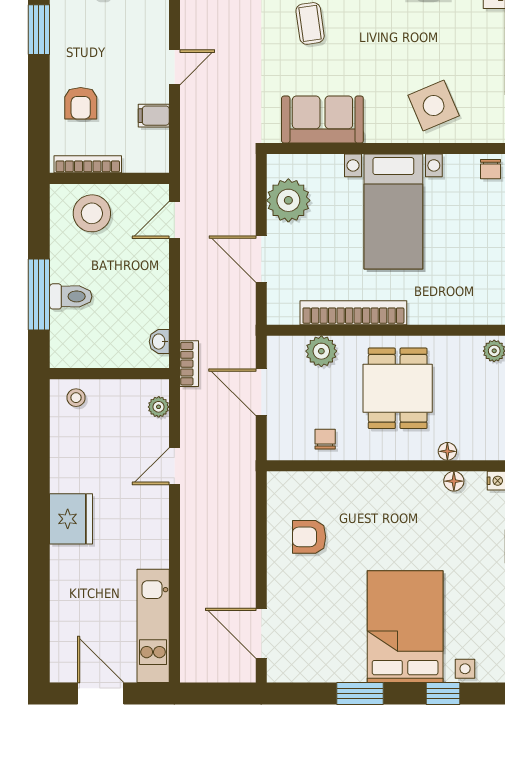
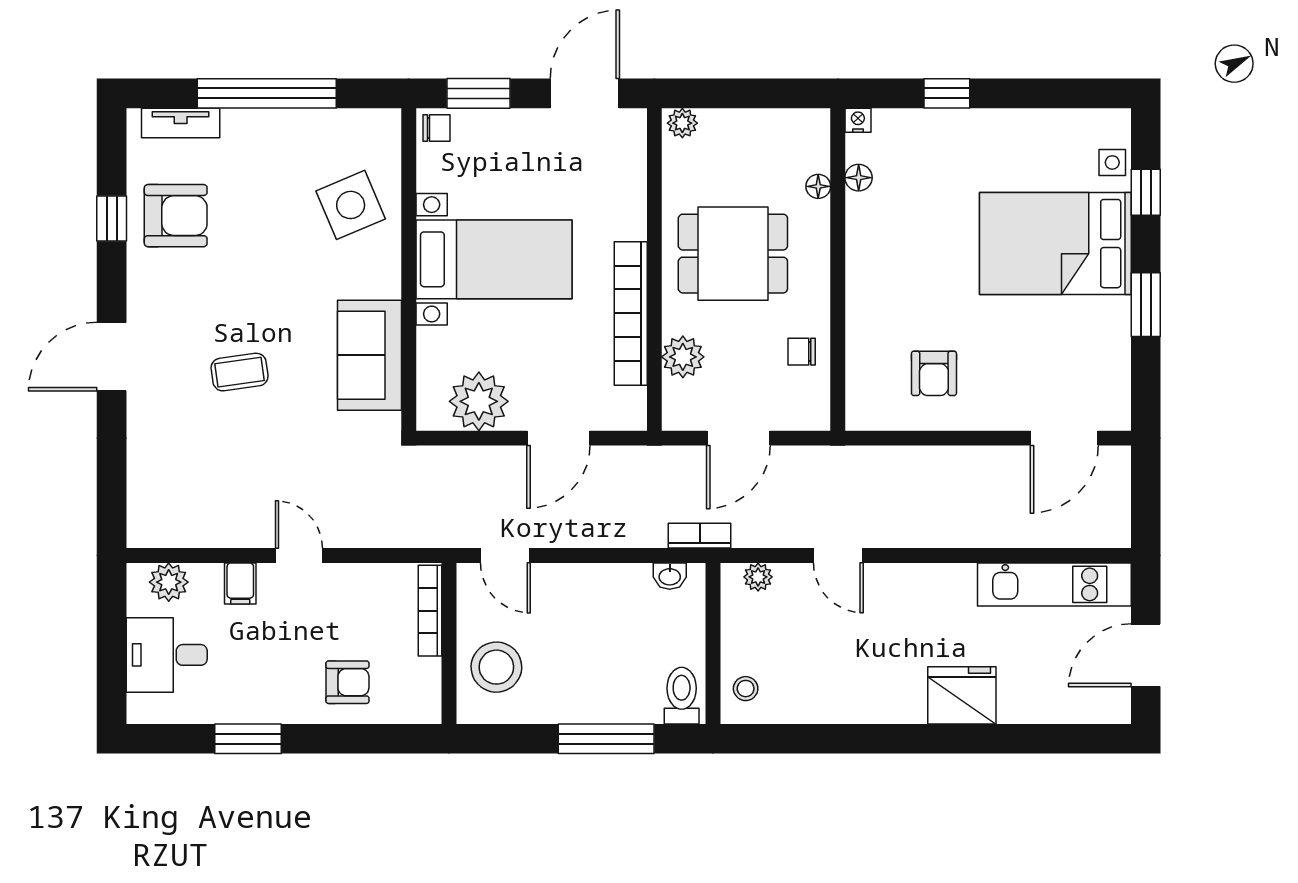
filing cabinet: (154, 116) -> (240, 583), moved
bookcase: (88, 164) -> (430, 611), moved
toilet: (71, 296) -> (682, 696), moved
fridge: (71, 519) -> (962, 695), moved

